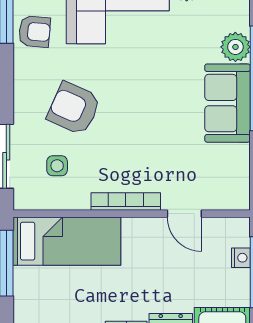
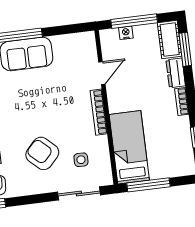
armchair: (74, 108) -> (42, 153), turned 109

